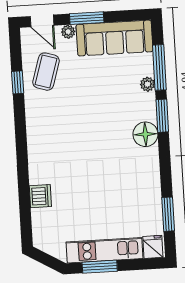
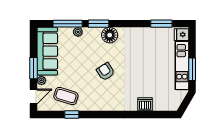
armchair: (88, 131) -> (106, 71), added

